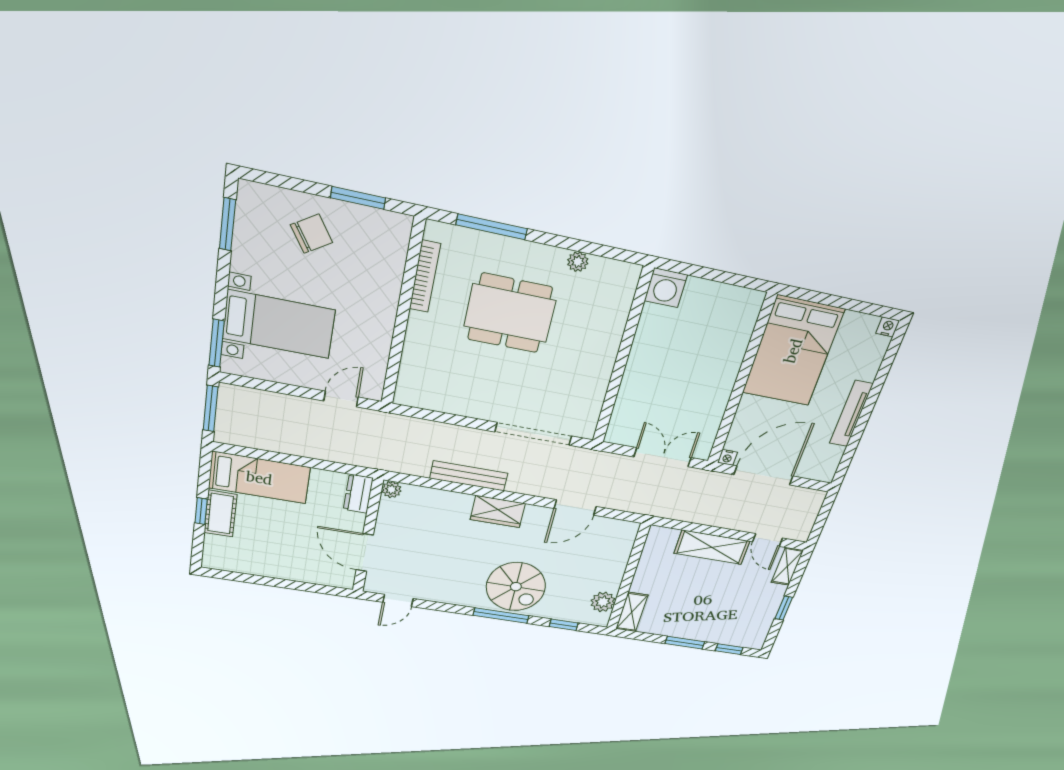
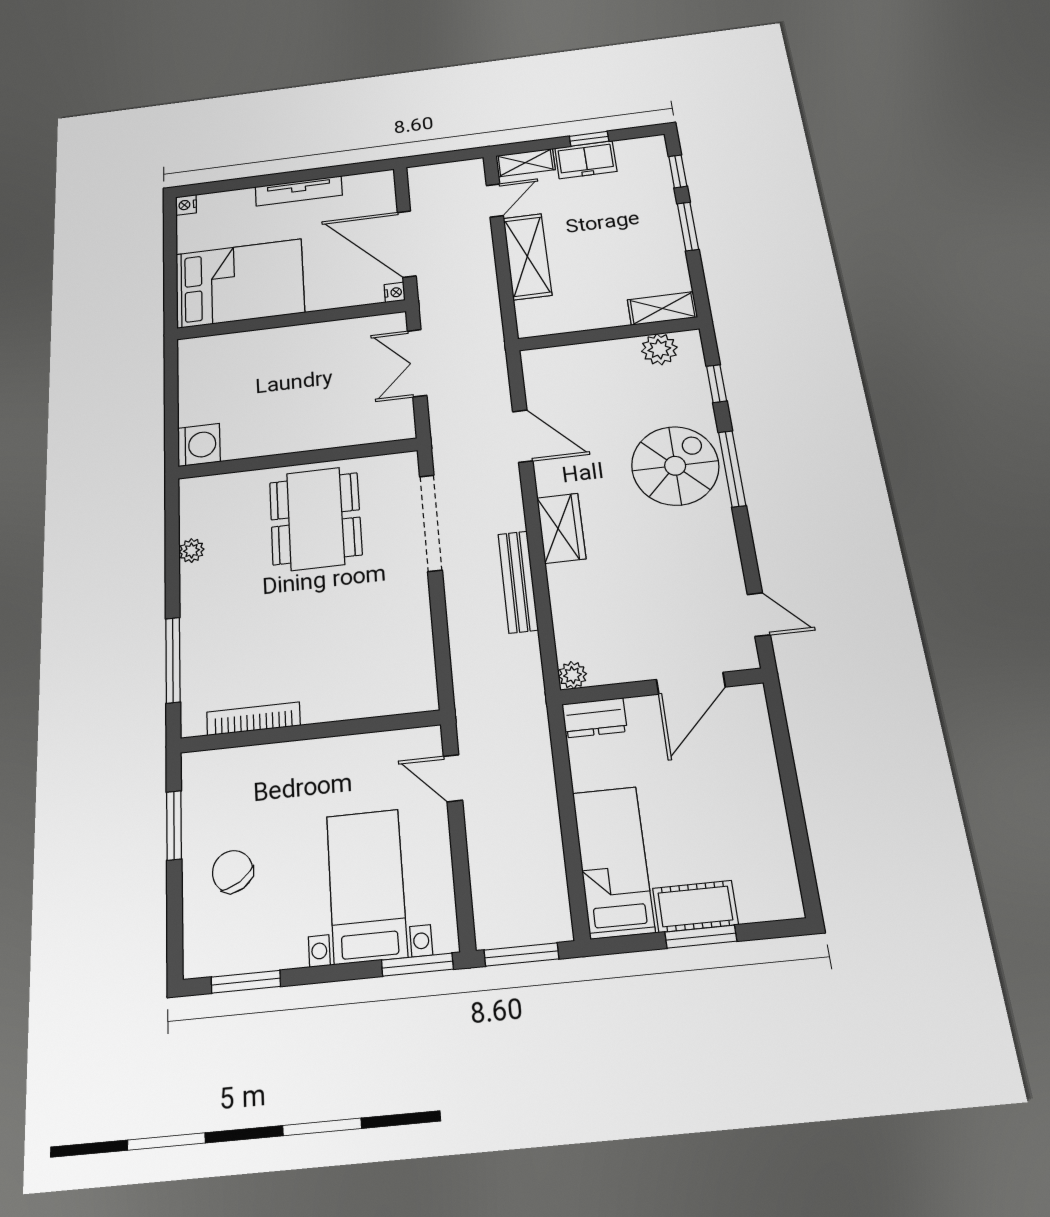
dining table: (510, 313) -> (315, 518), moved
window: (201, 511) -> (701, 937), width x1.50
freezer: (768, 602) -> (586, 160), added

